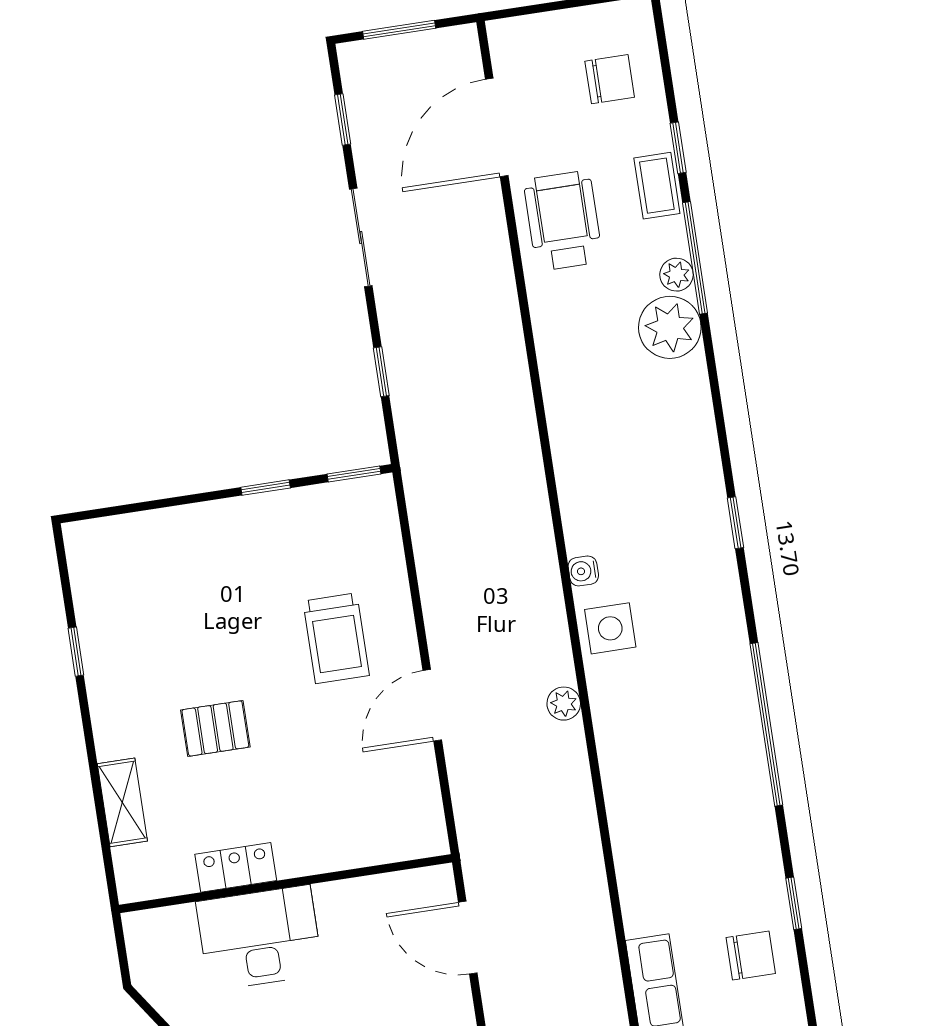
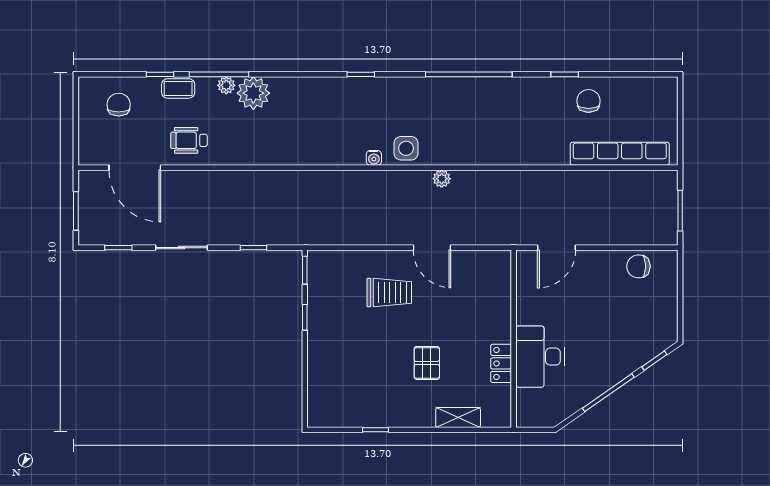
wheelchair: (563, 221) -> (189, 140), width x0.73, depth x0.73

